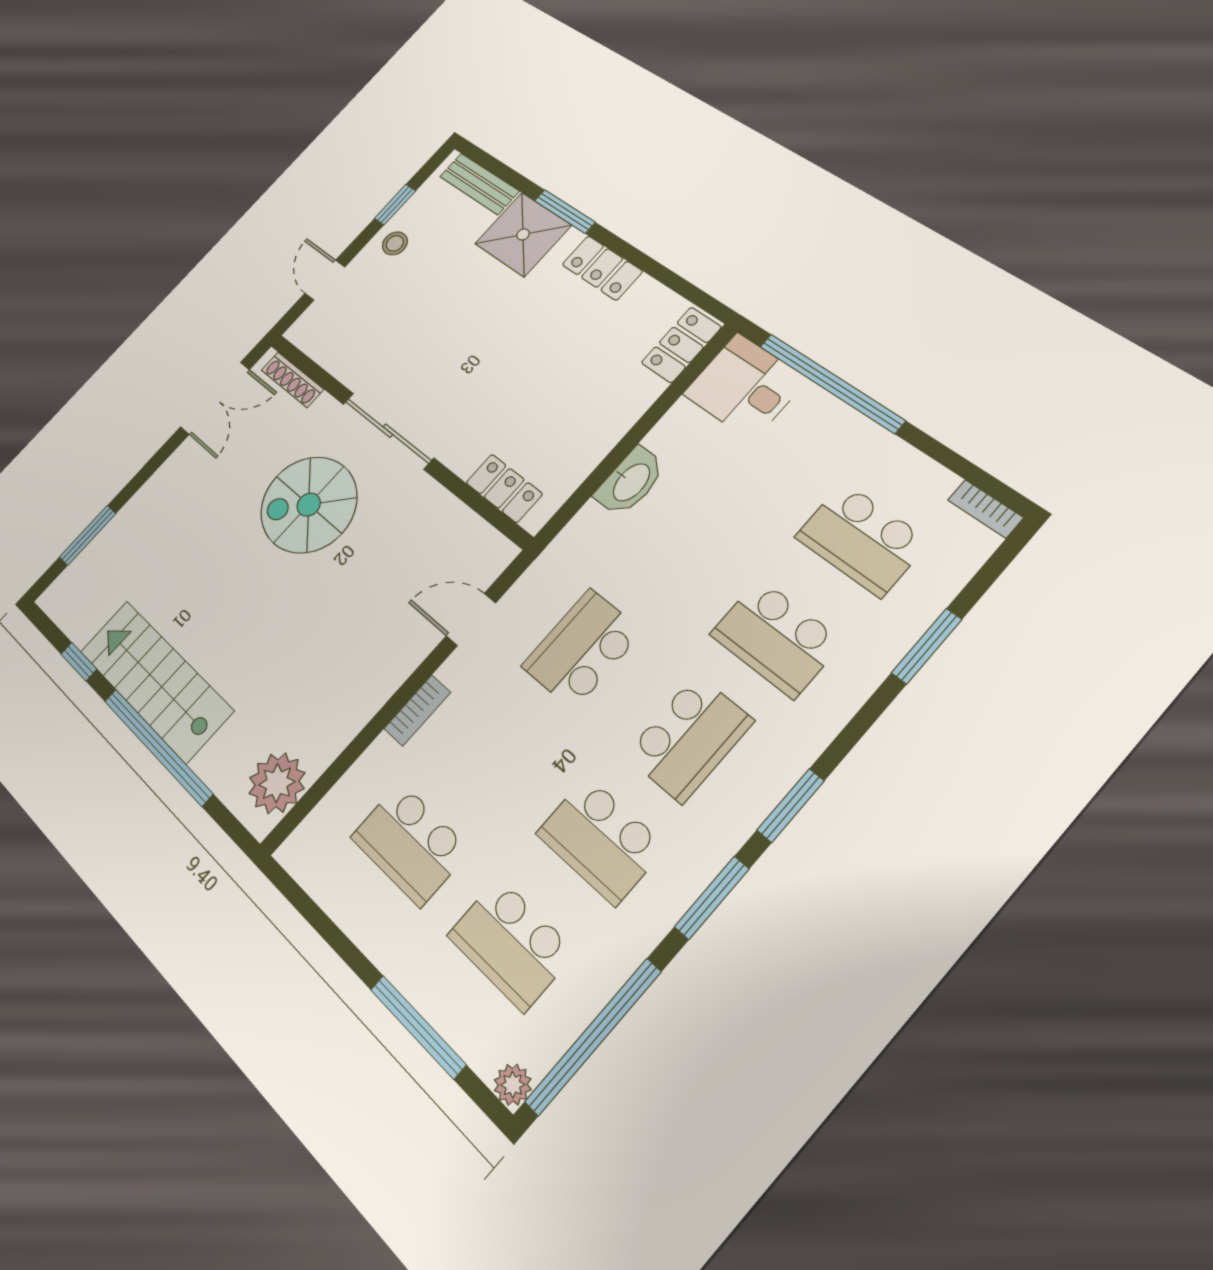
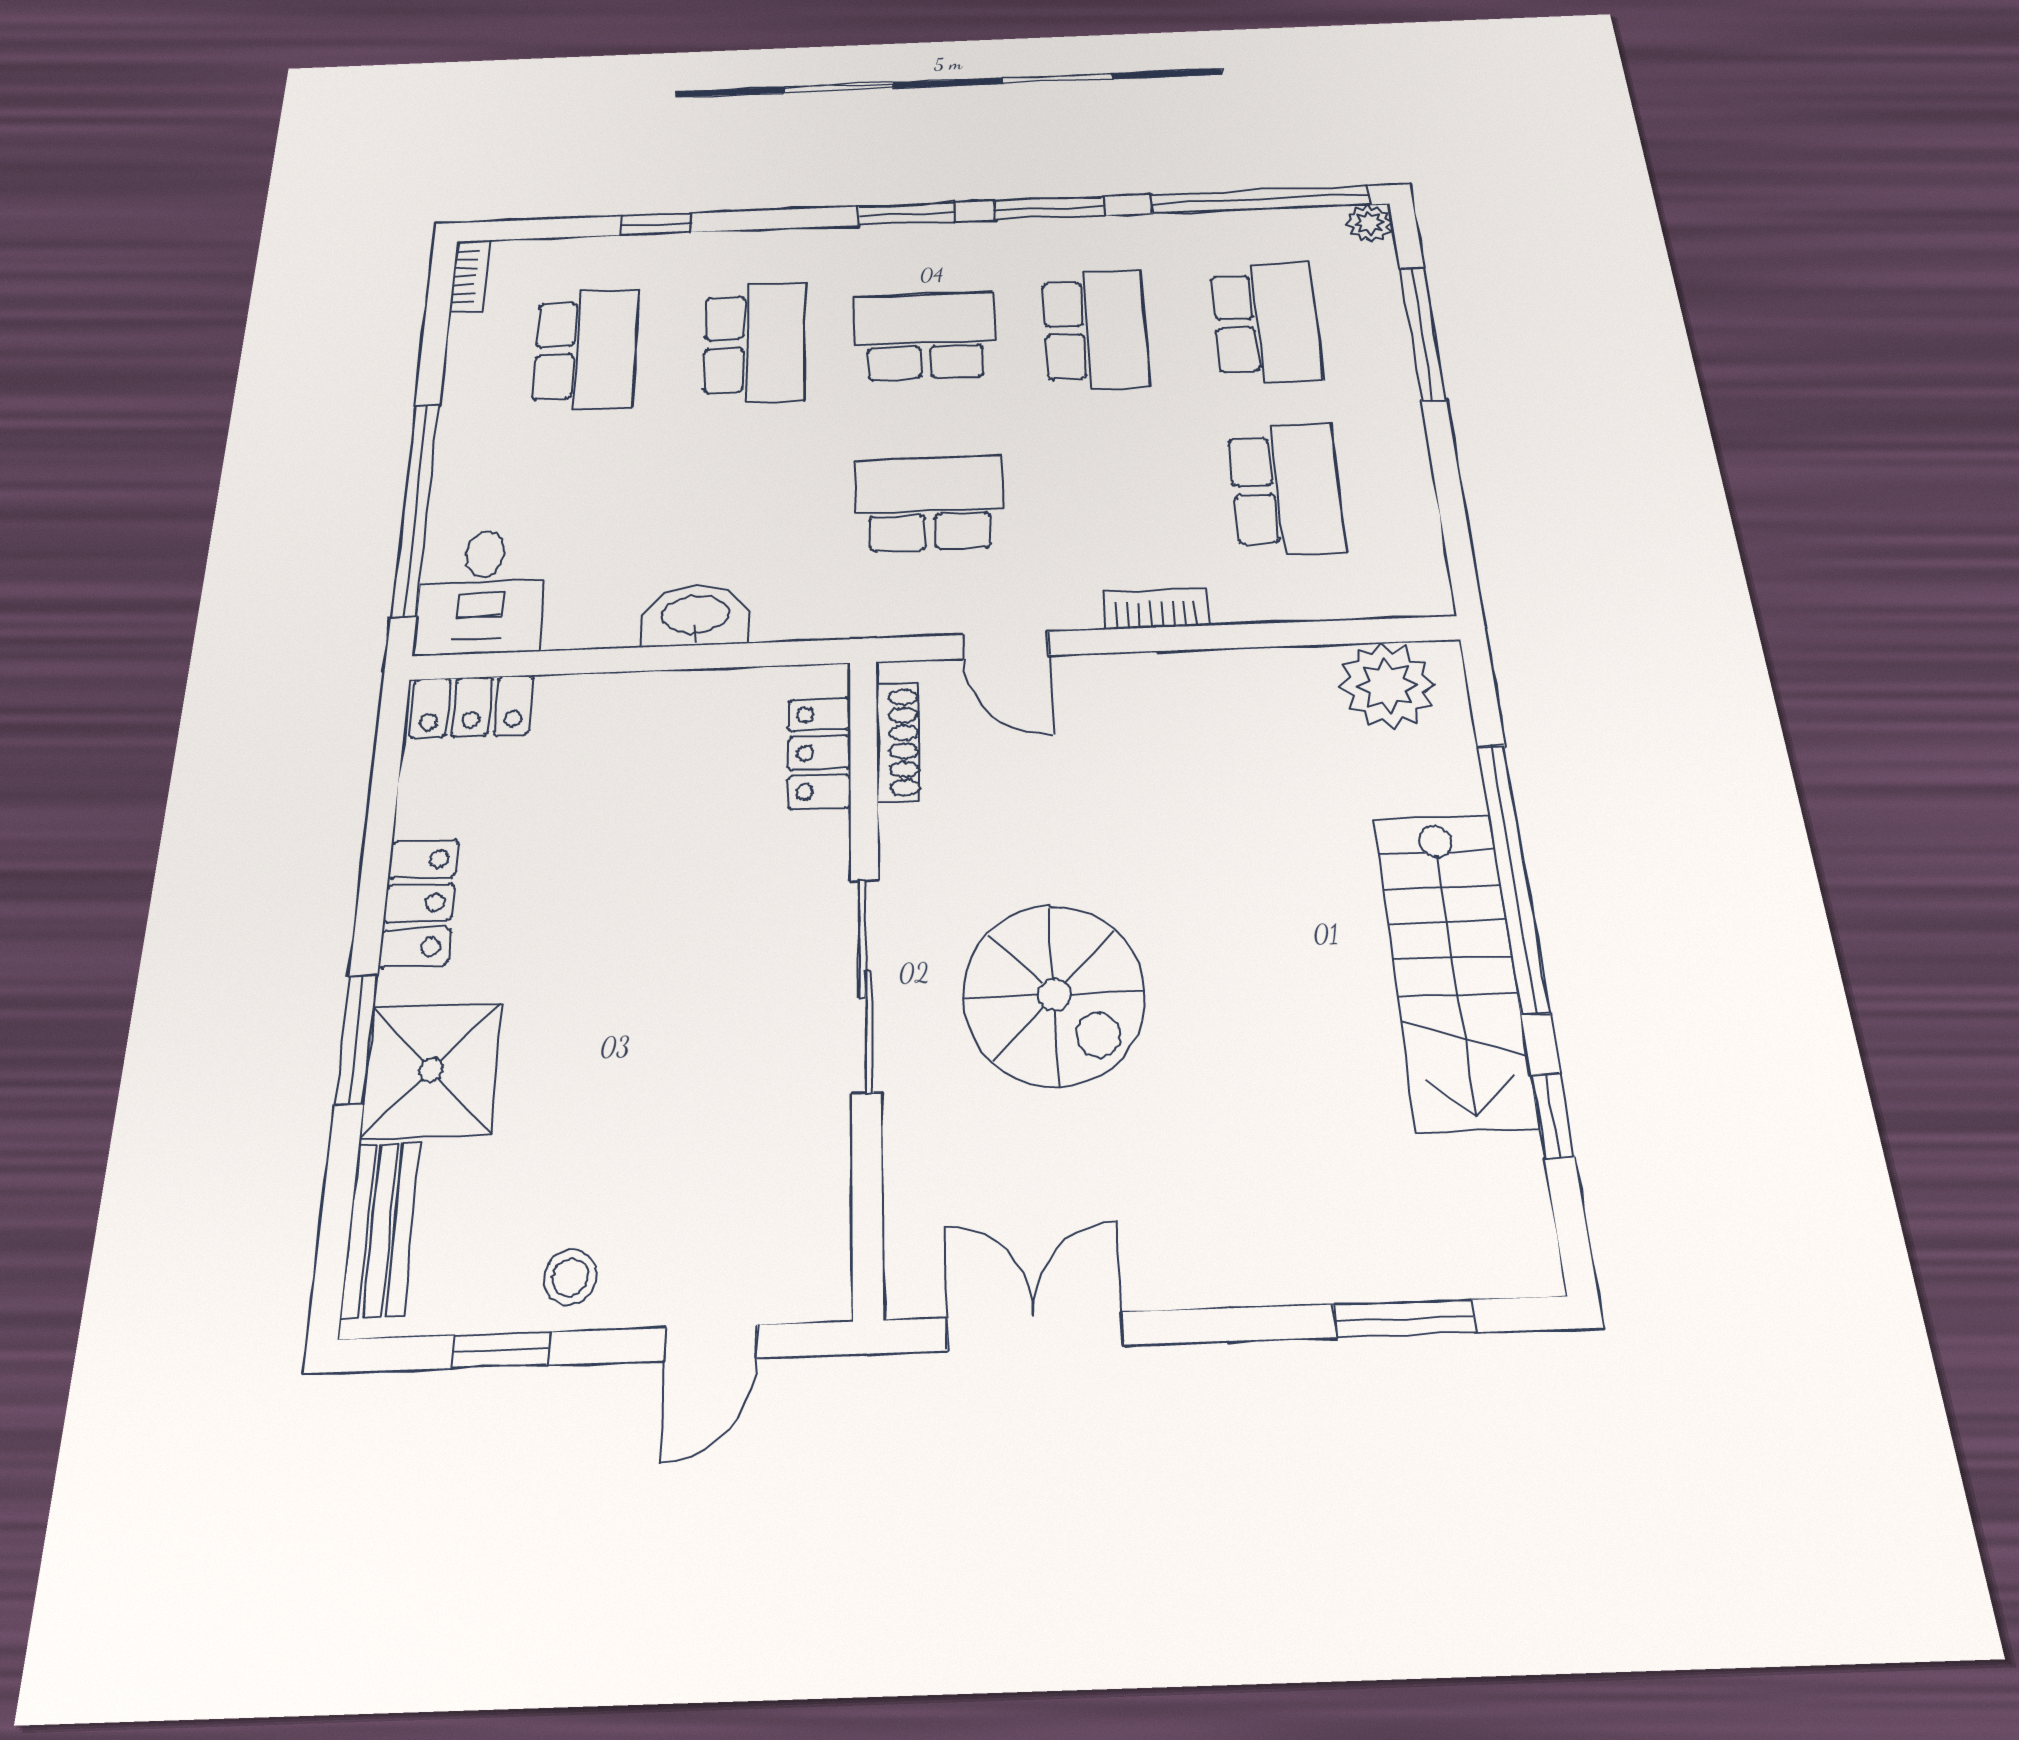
shoe rack: (292, 380) -> (898, 742), moved
window: (927, 646) -> (656, 224), width x0.67
school desk: (582, 649) -> (929, 503), turned 180

